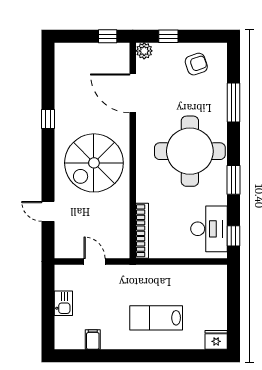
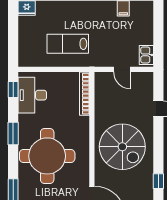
spiral stairs: (94, 163) -> (122, 147), turned 90
kitchen sink: (63, 303) -> (146, 55), moved
lab bench: (156, 318) -> (68, 44), moved, turned 180

